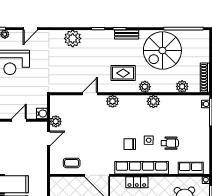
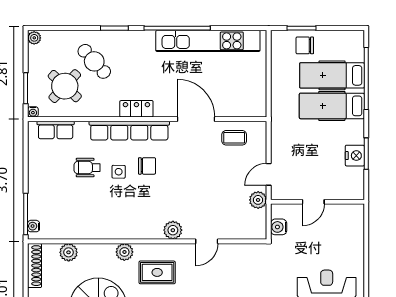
plant: (153, 101) -> (112, 230), removed
water cooler: (42, 114) -> (279, 227), moved

